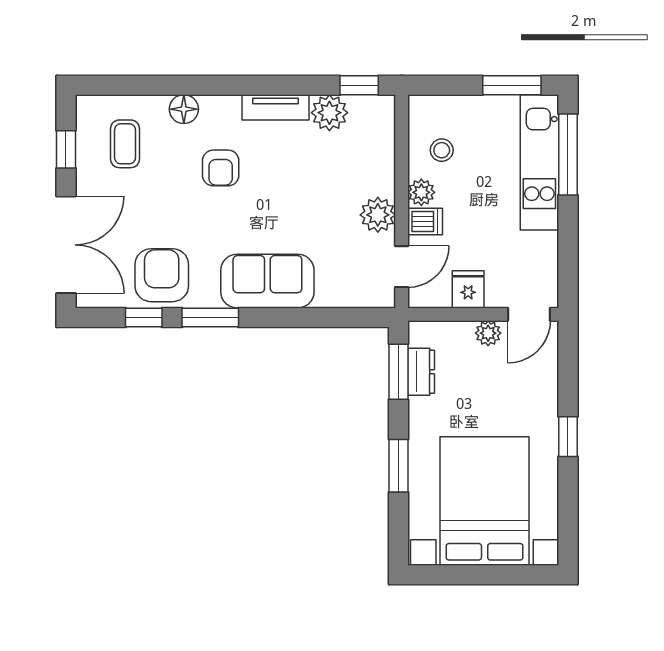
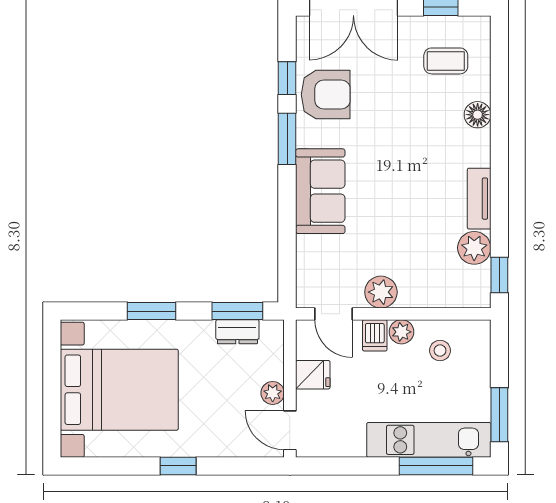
armchair: (221, 168) -> (424, 148), removed

